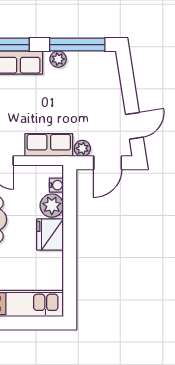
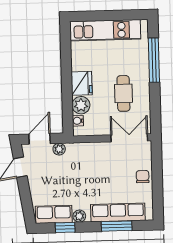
window: (77, 45) -> (65, 227), width x0.46
row of seats: (49, 145) -> (54, 214), moved, turned 180

